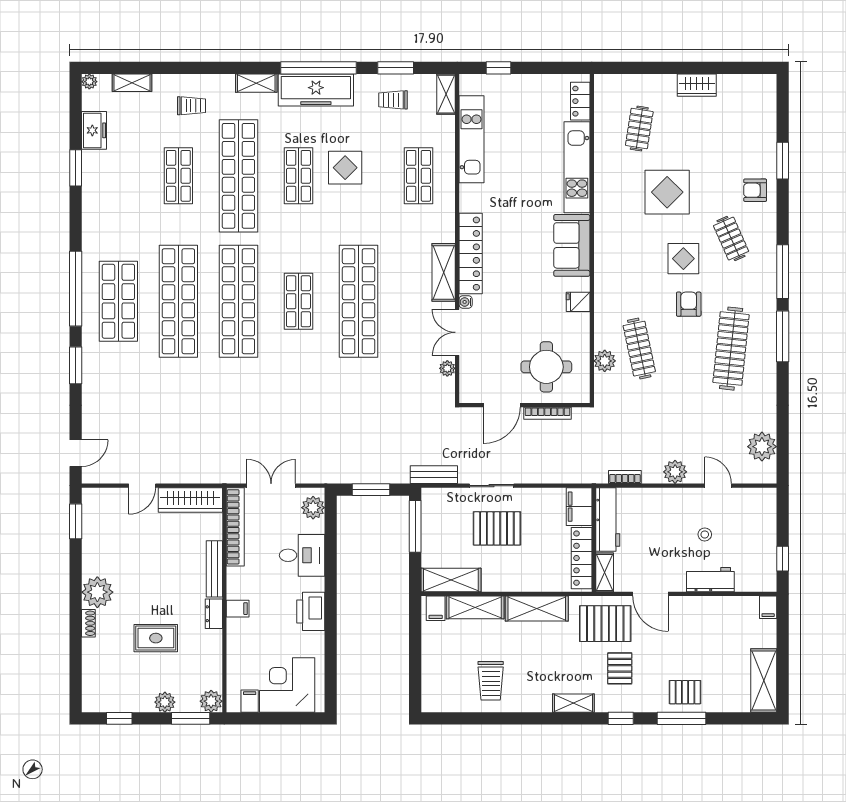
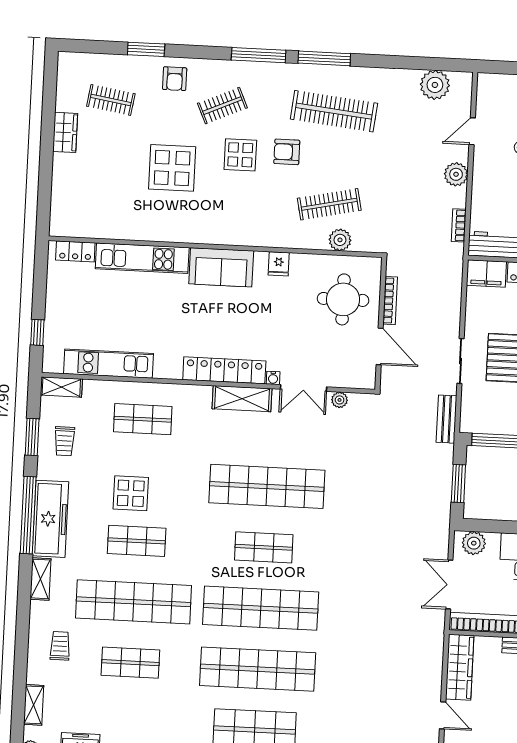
clothes rail: (639, 128) -> (111, 100), moved

